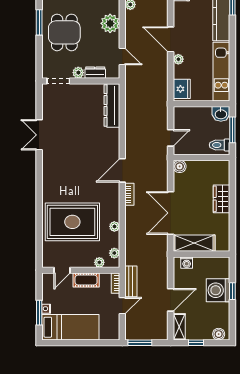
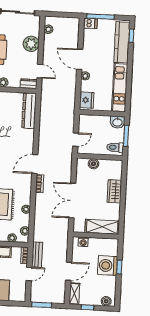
dresser: (95, 73) -> (28, 84), moved
boiler: (180, 166) -> (94, 164), moved
shelving: (194, 243) -> (102, 227), moved

